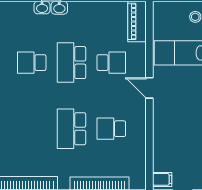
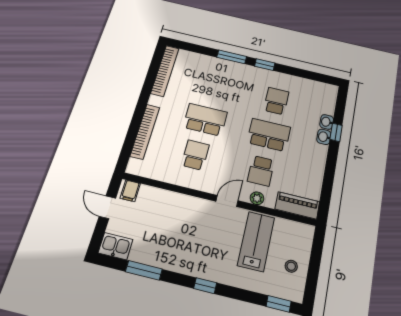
plant: (140, 61) -> (257, 198), added

